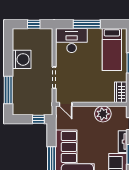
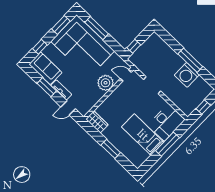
bed: (112, 49) -> (143, 135), moved
window: (8, 90) -> (190, 60), moved
plant: (103, 114) -> (106, 83), moved

